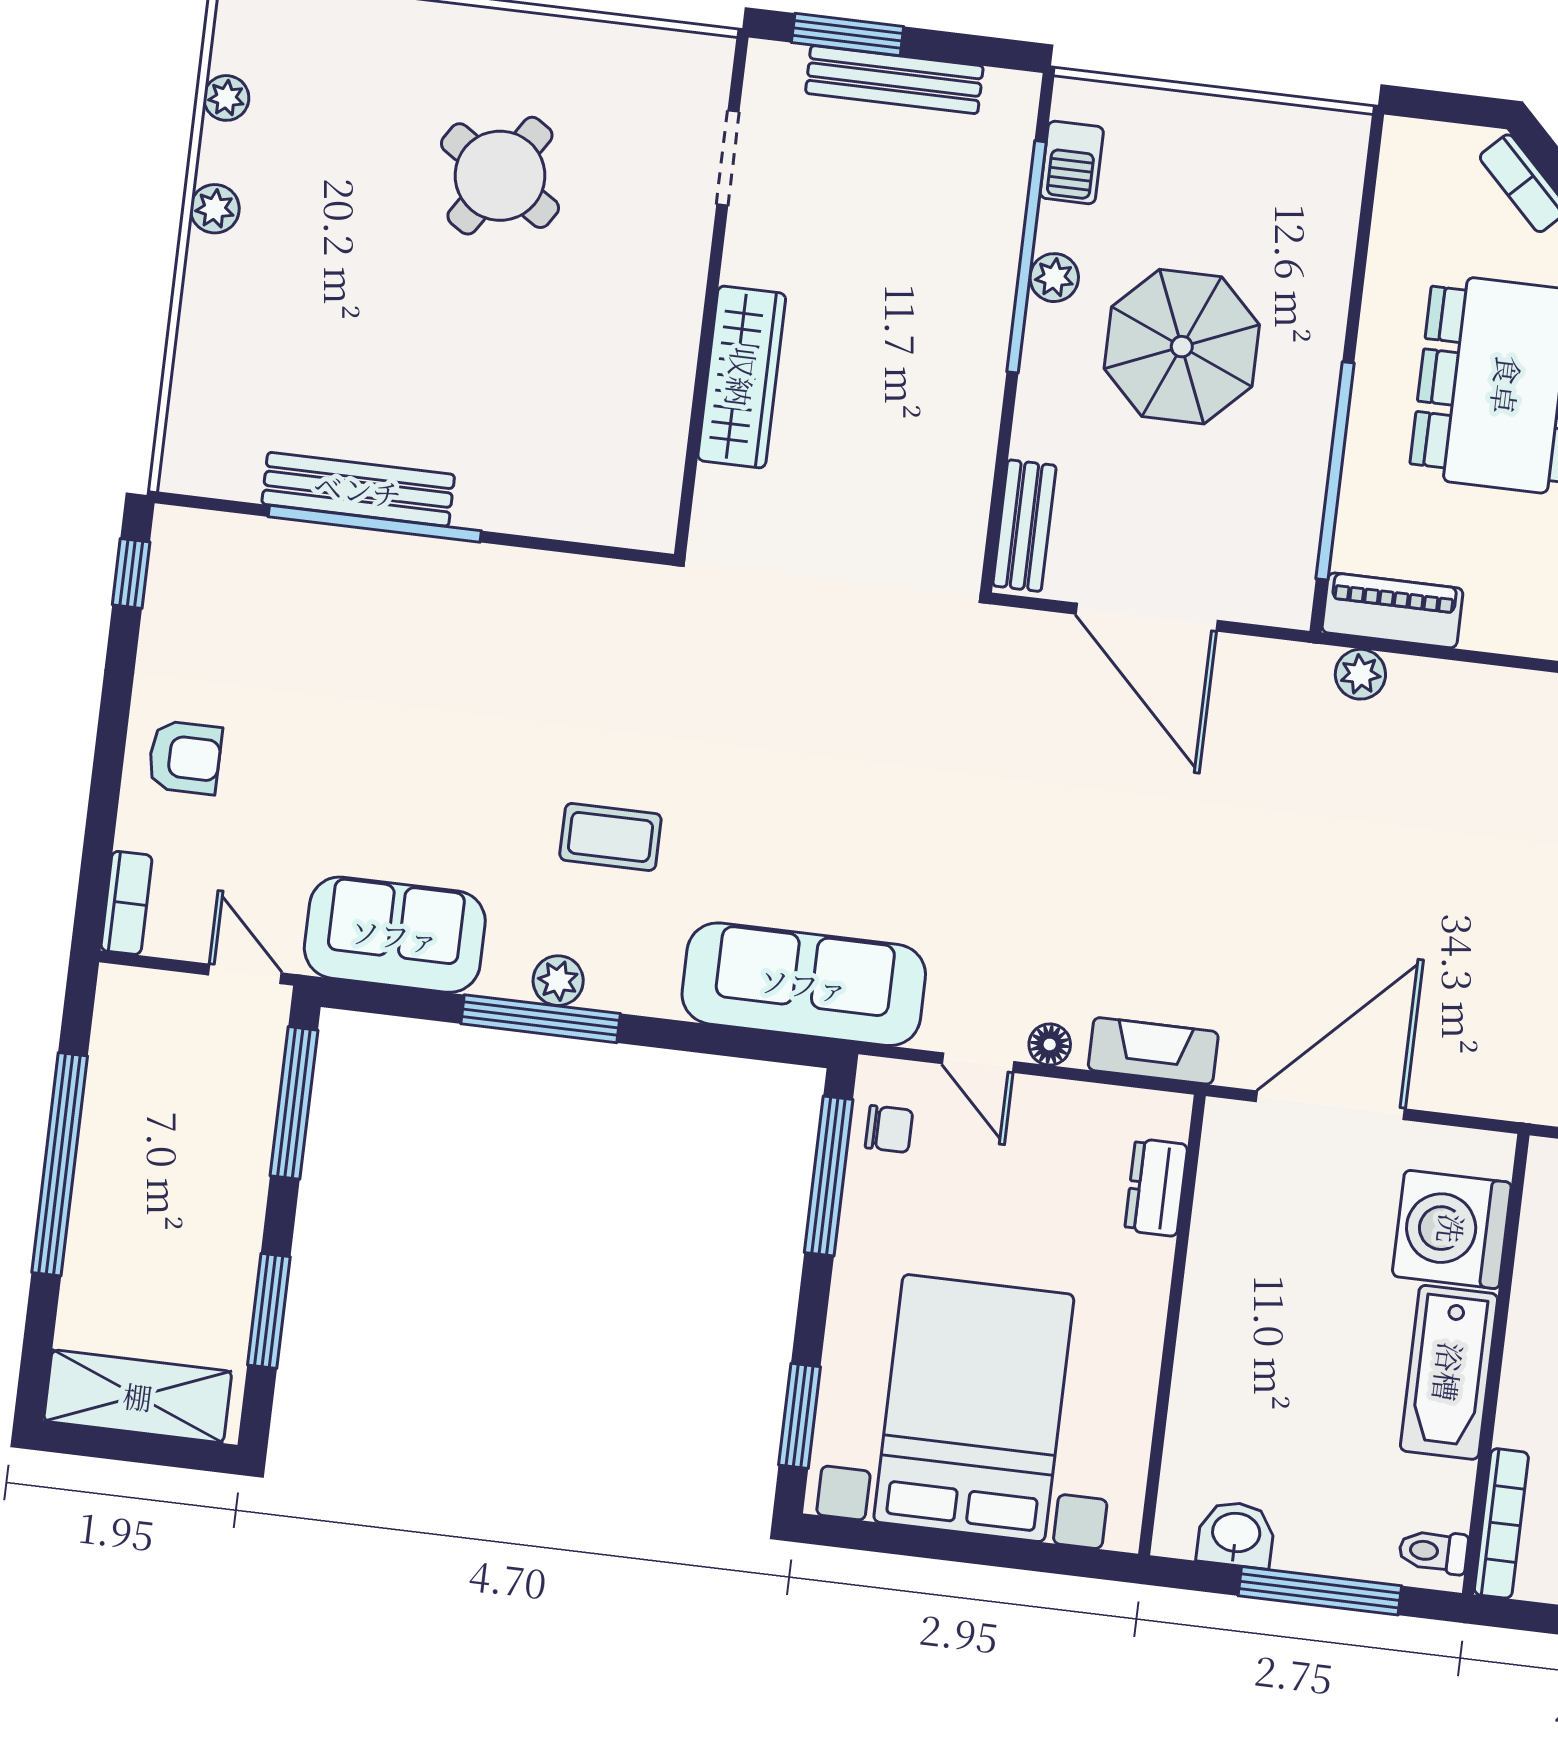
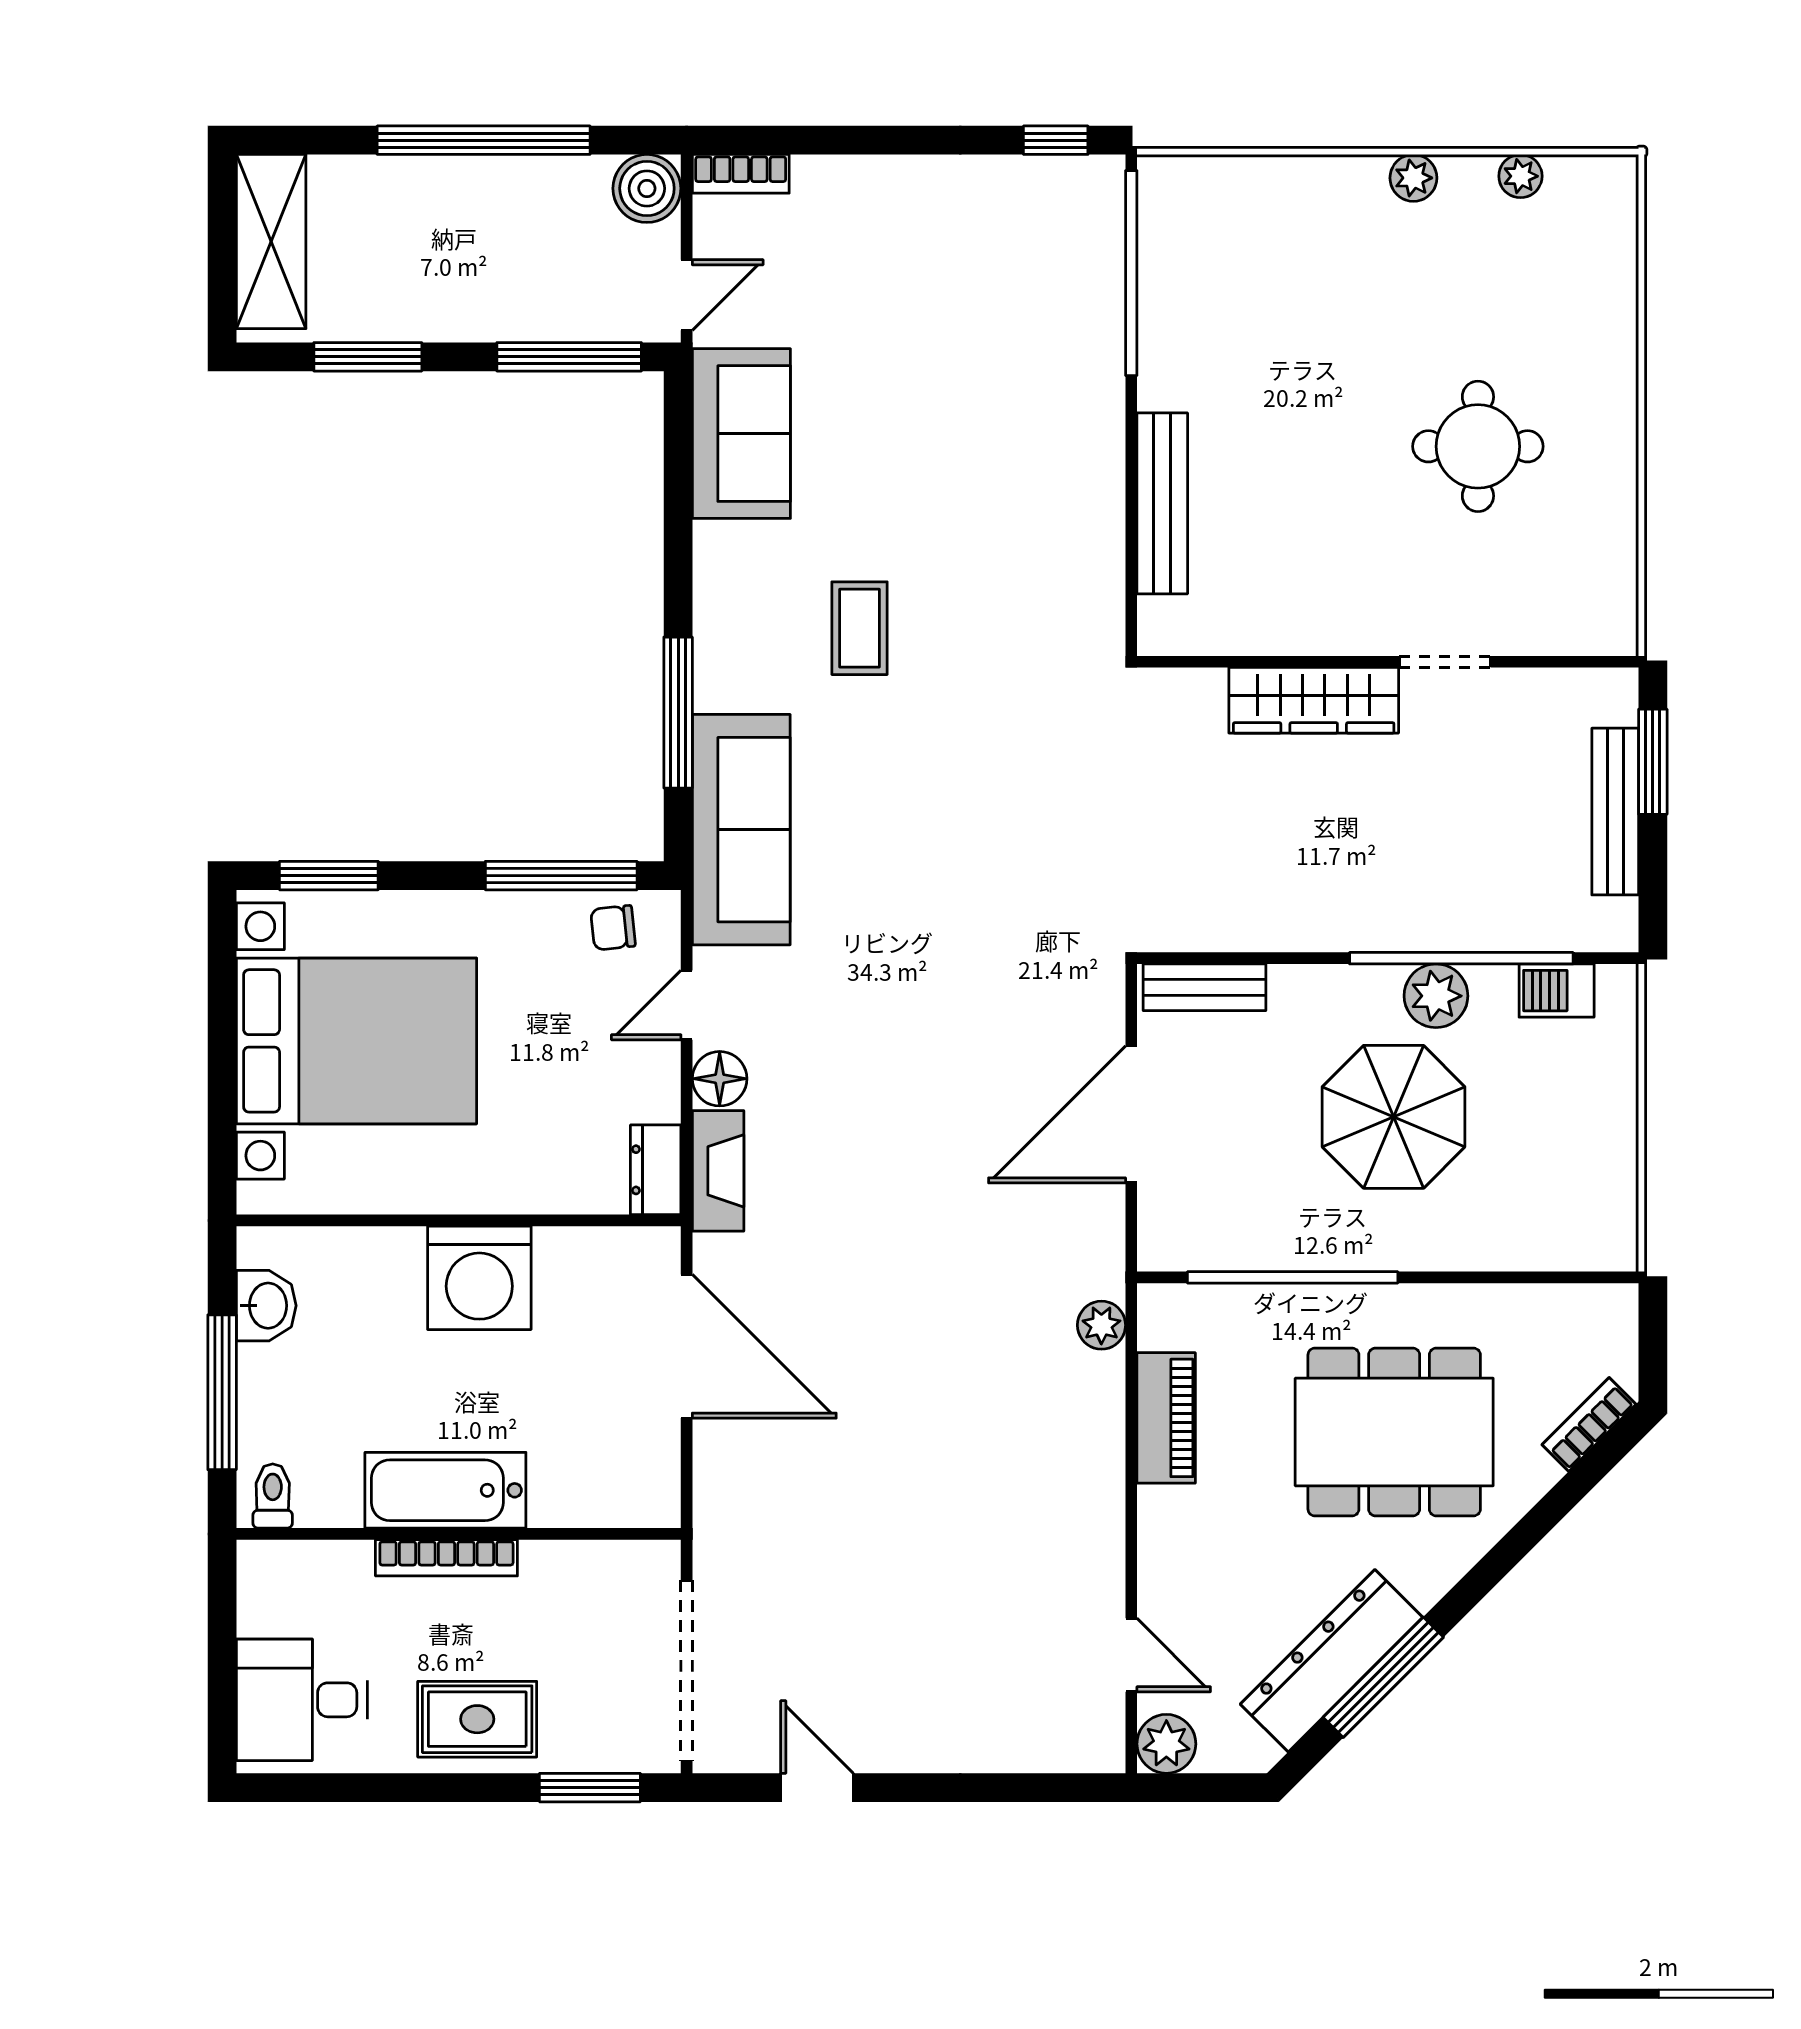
doorway: (728, 158) -> (1445, 662), moved
round table: (500, 176) -> (1478, 446), turned -33
plant: (1054, 278) -> (1436, 996), width x1.38, depth x1.38
bench: (358, 489) -> (1162, 503), moved
window: (375, 524) -> (1131, 273), moved
piano: (1392, 610) -> (1166, 1418), moved
armchair: (185, 758) -> (886, 213), removed
plant: (558, 981) -> (716, 595), removed
boiler: (130, 1002) -> (647, 188), added
window: (541, 1019) -> (678, 713), moved
floor lamp: (1050, 1044) -> (720, 1079), width x1.37, depth x1.37
chair: (889, 1129) -> (613, 928), turned 84
dresser: (1156, 1188) -> (656, 1170), moved, turned -90
washing machine: (1452, 1229) -> (479, 1278), moved, turned 180
bookcase: (1501, 1523) -> (446, 1558), moved

